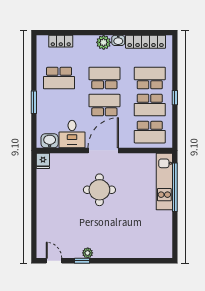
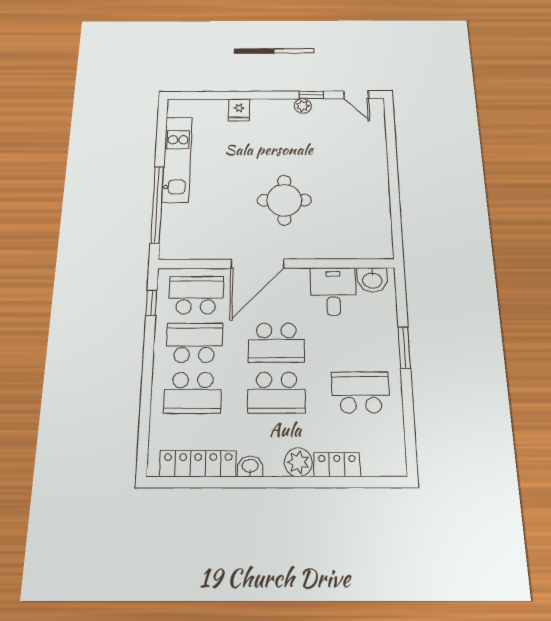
locker: (61, 41) -> (337, 465), moved
plant: (104, 42) -> (298, 462), moved
window: (175, 98) -> (151, 303), moved
door: (103, 151) -> (257, 264), moved
fridge: (43, 161) -> (239, 110), moved, turned 180
kitchen unit: (164, 182) -> (177, 159), moved

